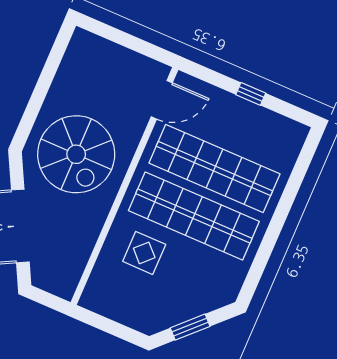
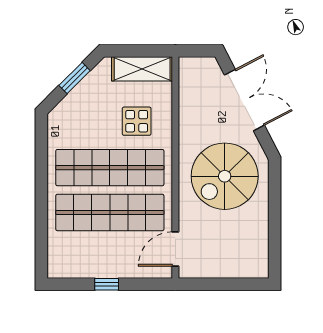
spiral stairs: (76, 154) -> (225, 176), turned -90
shelving: (114, 306) -> (142, 69), added

